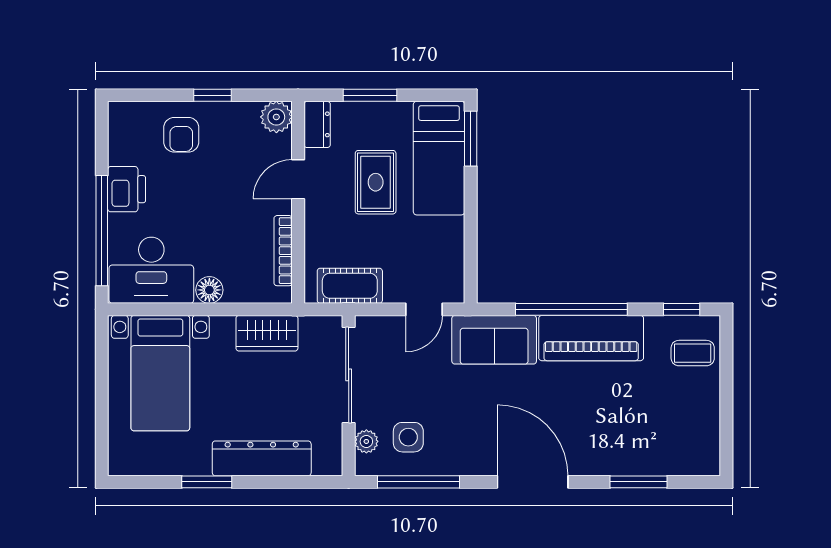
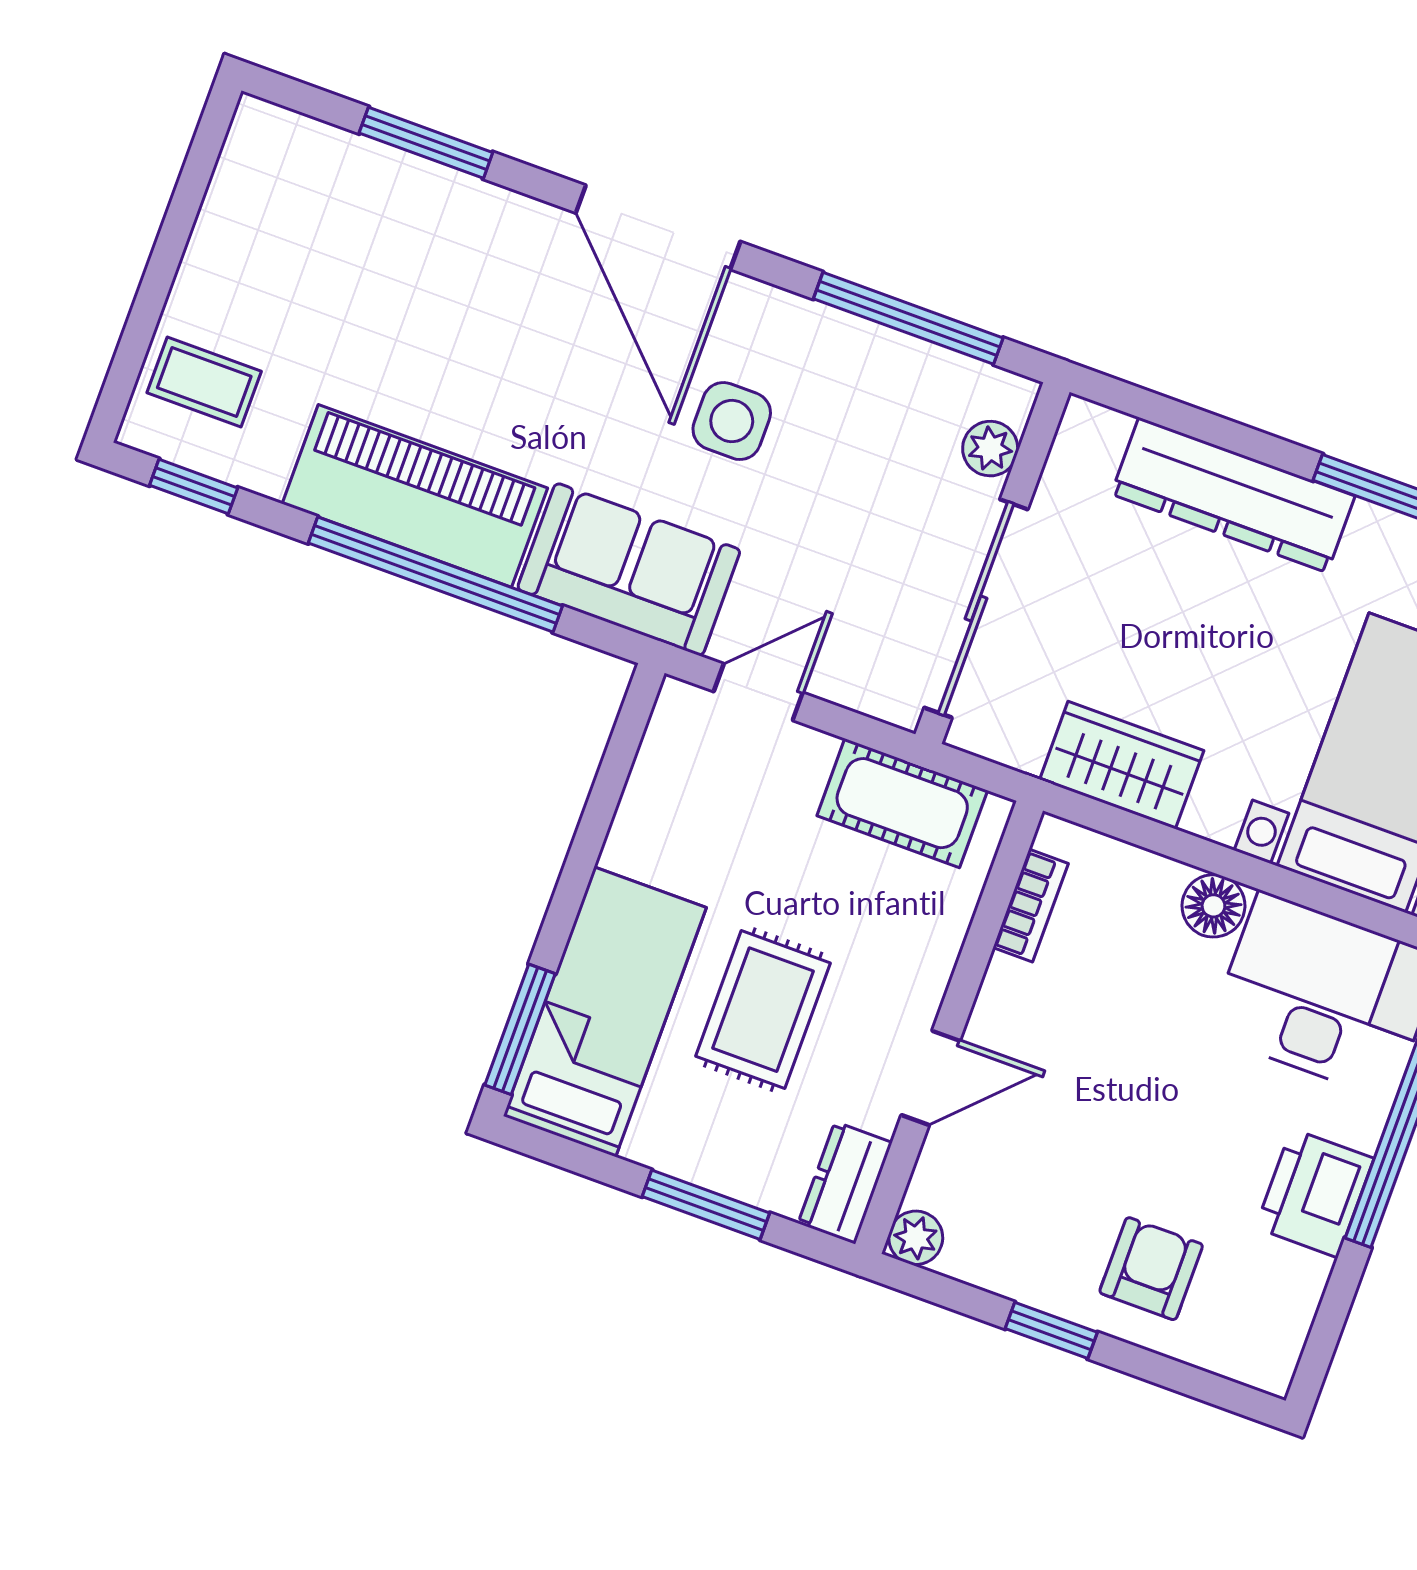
plant: (276, 117) -> (916, 1238), width x0.73, depth x0.73
bookcase: (283, 251) -> (1031, 906), width x0.64
side table: (408, 437) -> (732, 421), moved

